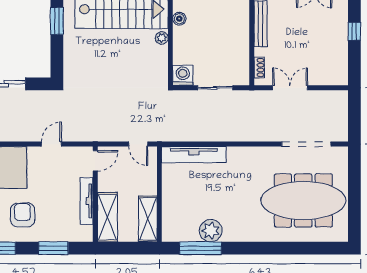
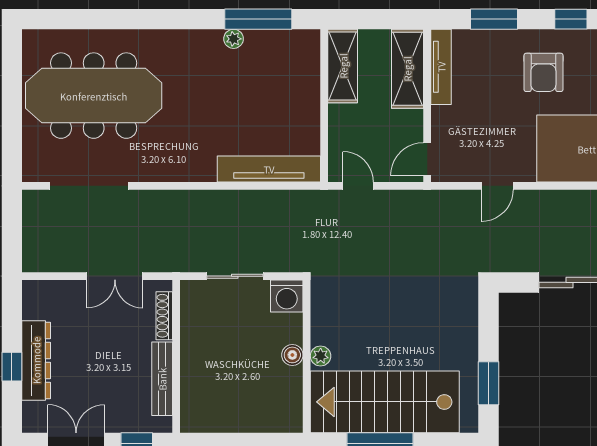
boiler: (179, 19) -> (292, 355), moved
dresser: (339, 35) -> (36, 360), added
shoe rack: (259, 68) -> (164, 316), width x1.43
tv unit: (86, 201) -> (441, 67), moved
plant: (211, 231) -> (234, 39), width x0.53, depth x0.53

